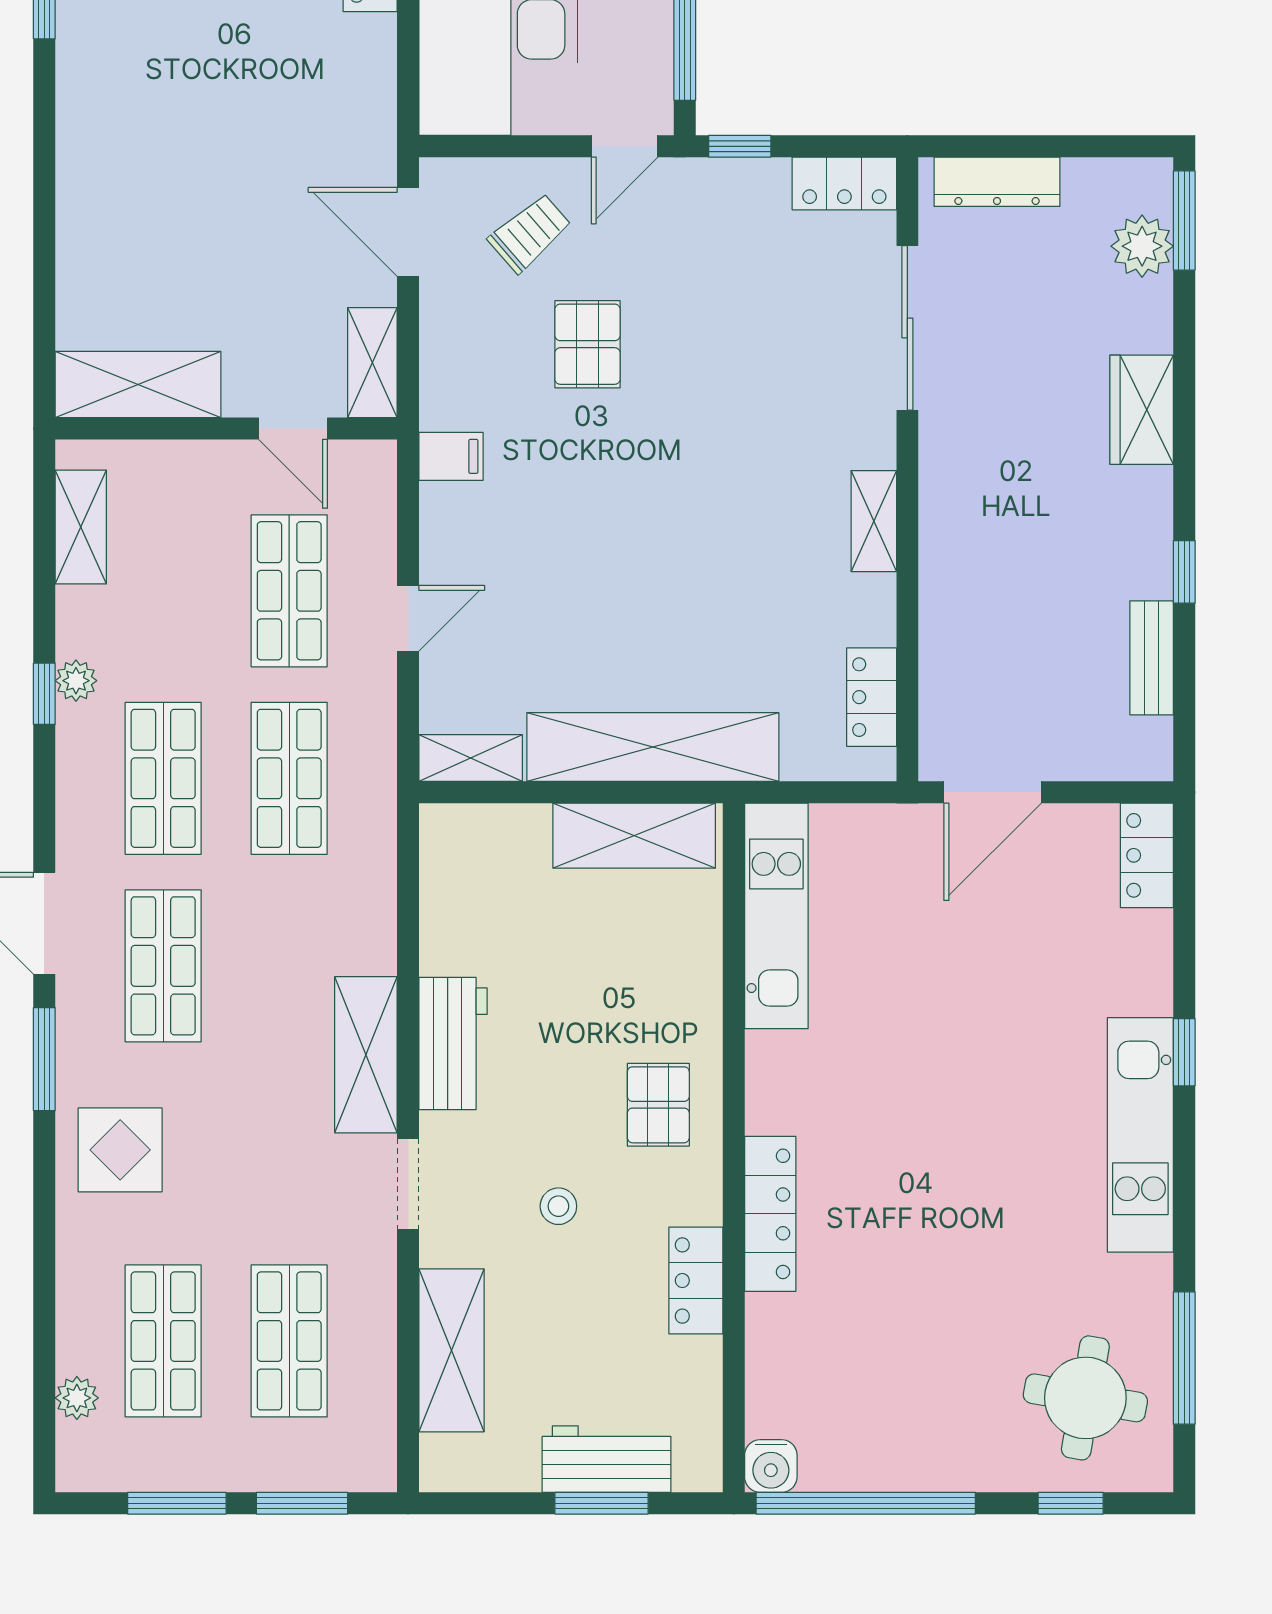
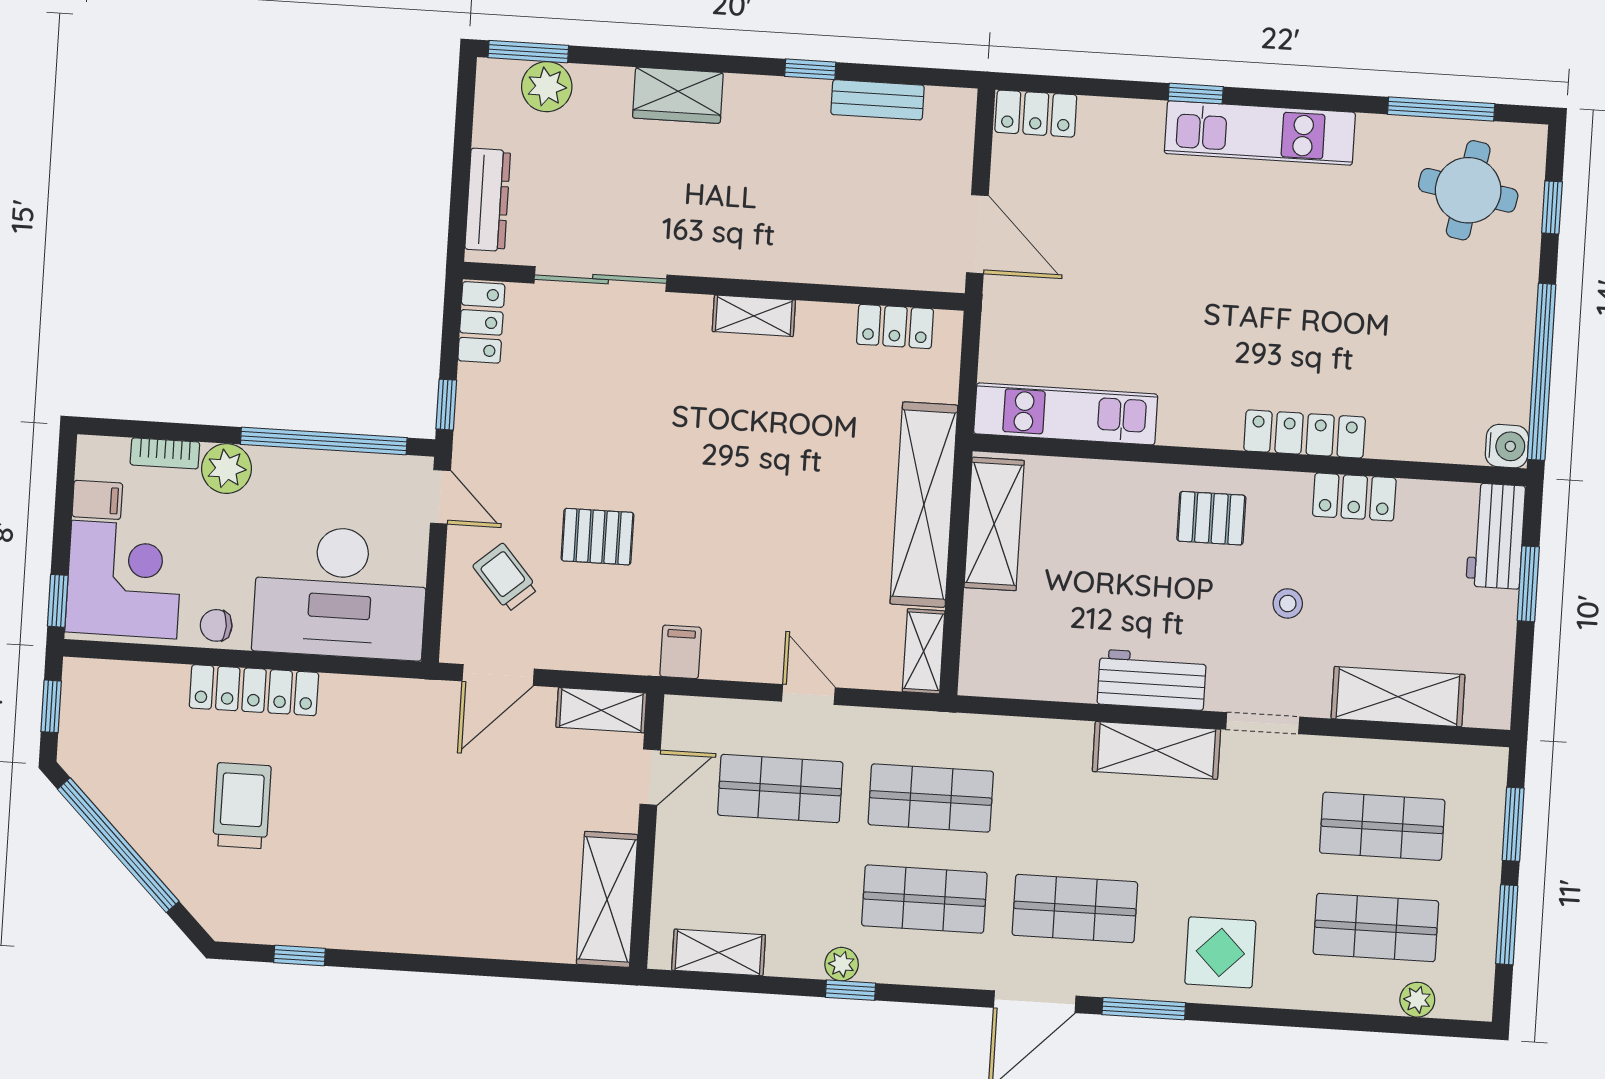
workbench: (607, 1459) -> (1496, 536), moved

